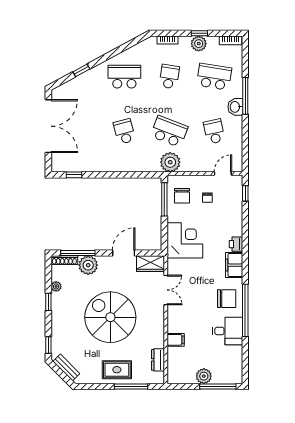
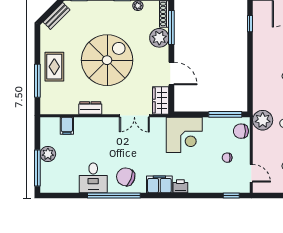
chair: (182, 196) -> (241, 131), moved
chair: (227, 299) -> (126, 177), turned 110
filing cabinet: (176, 340) -> (67, 126), moved
dresser: (158, 360) -> (90, 108), moved

